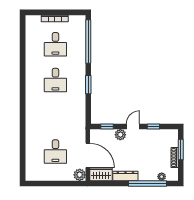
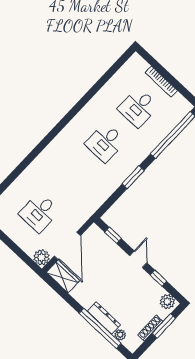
door: (133, 126) -> (138, 259), hinge flipped
plant: (120, 135) -> (167, 302), moved
dresser: (125, 176) -> (104, 318), moved

